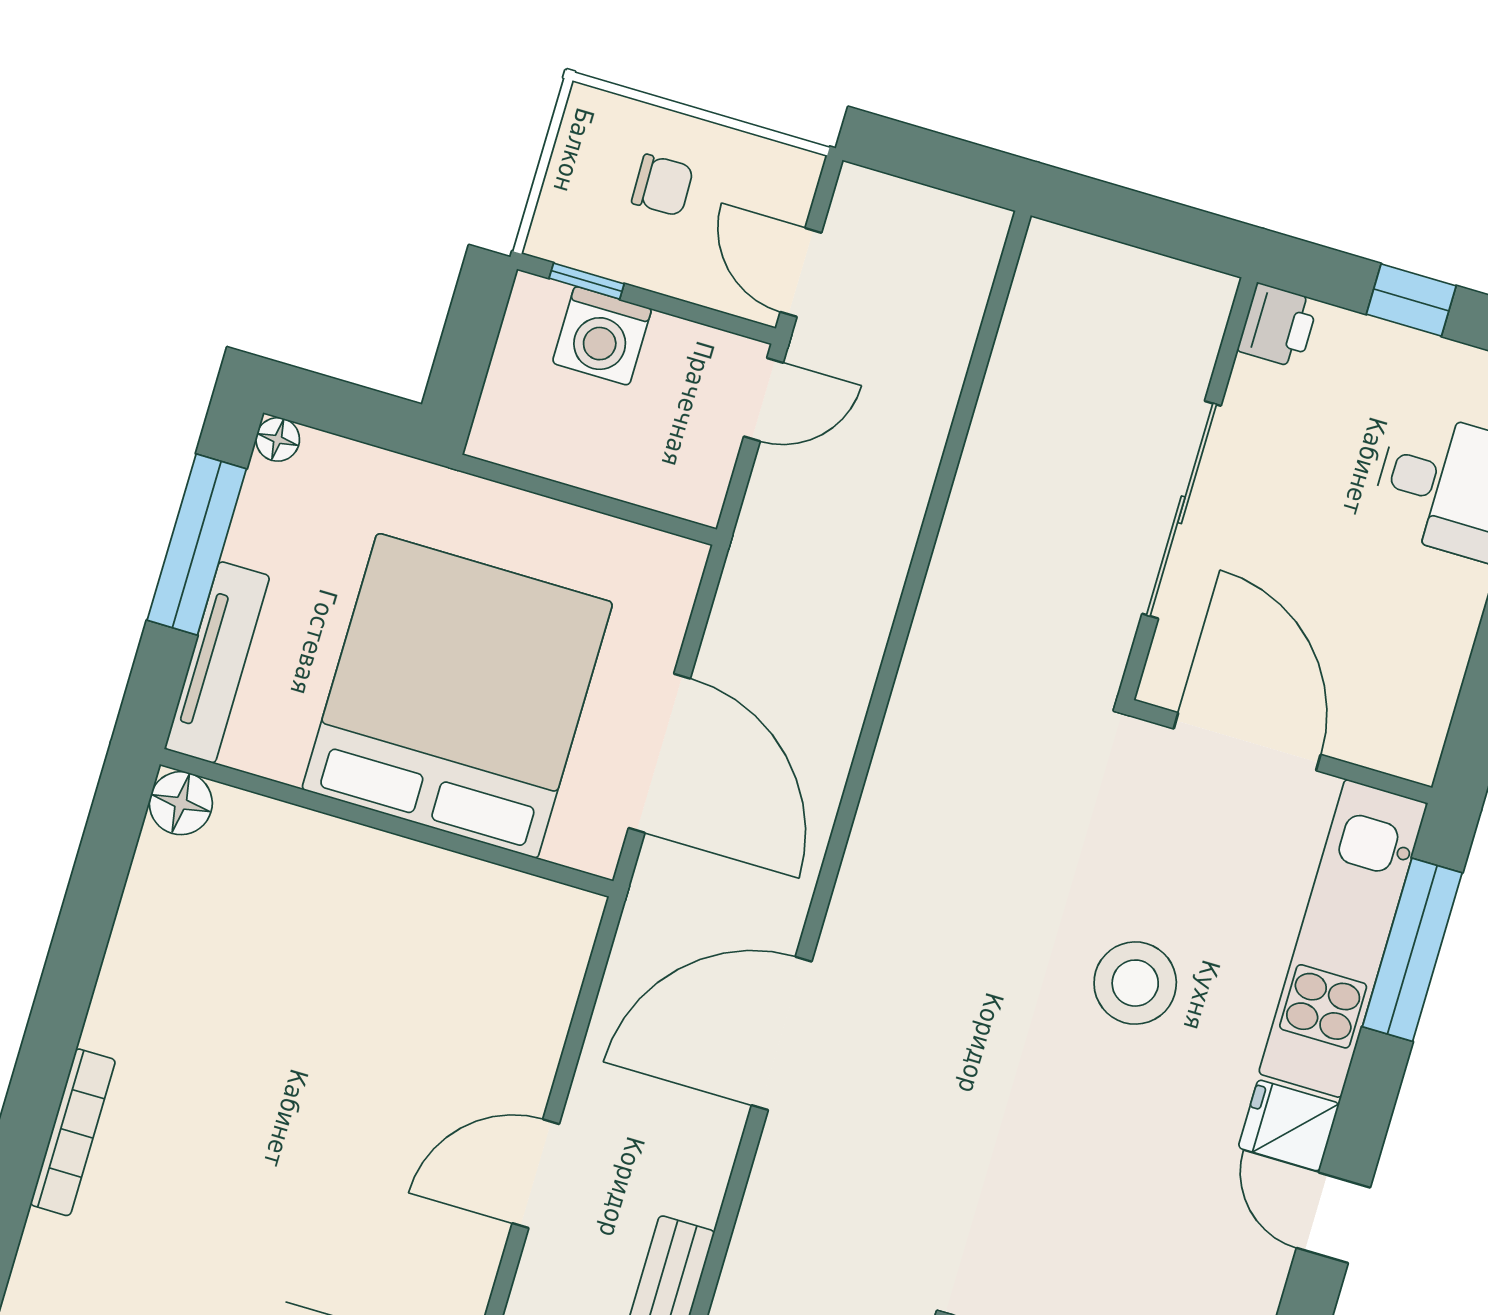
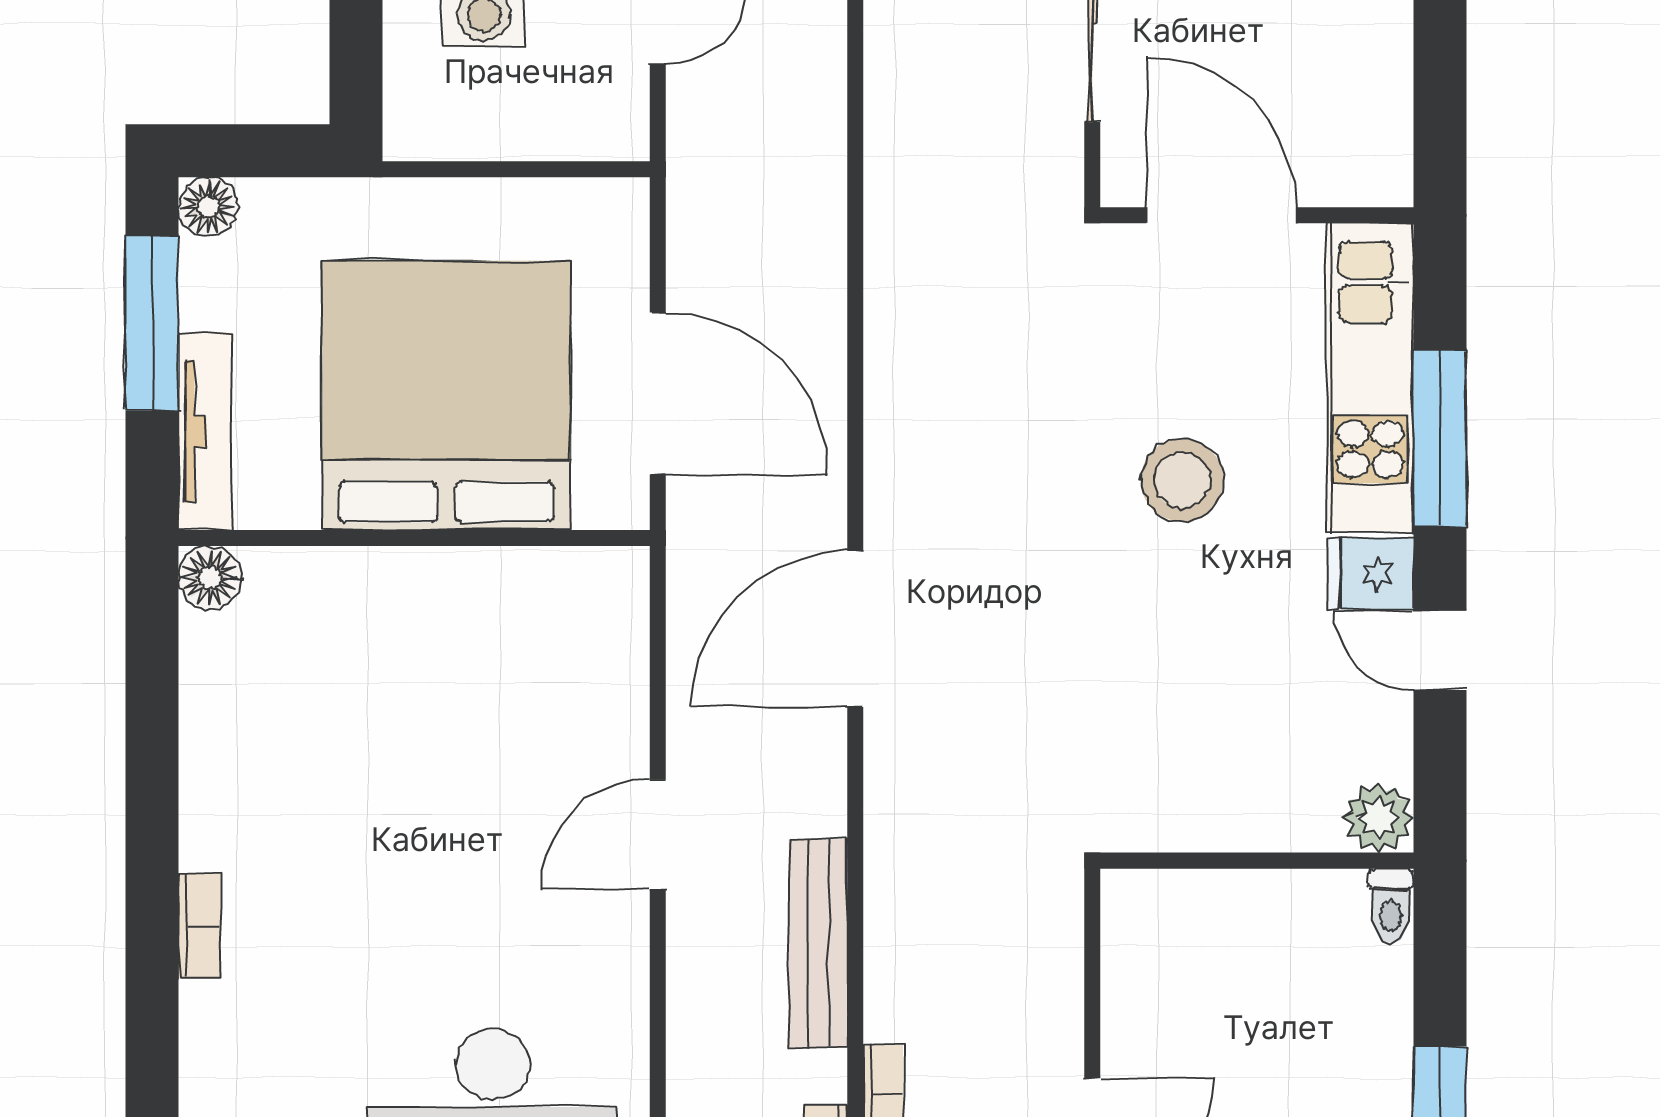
floor lamp: (278, 439) -> (208, 207), width x1.37, depth x1.37
window: (1412, 950) -> (1440, 439), moved
bookcase: (73, 1132) -> (199, 926), width x0.64

